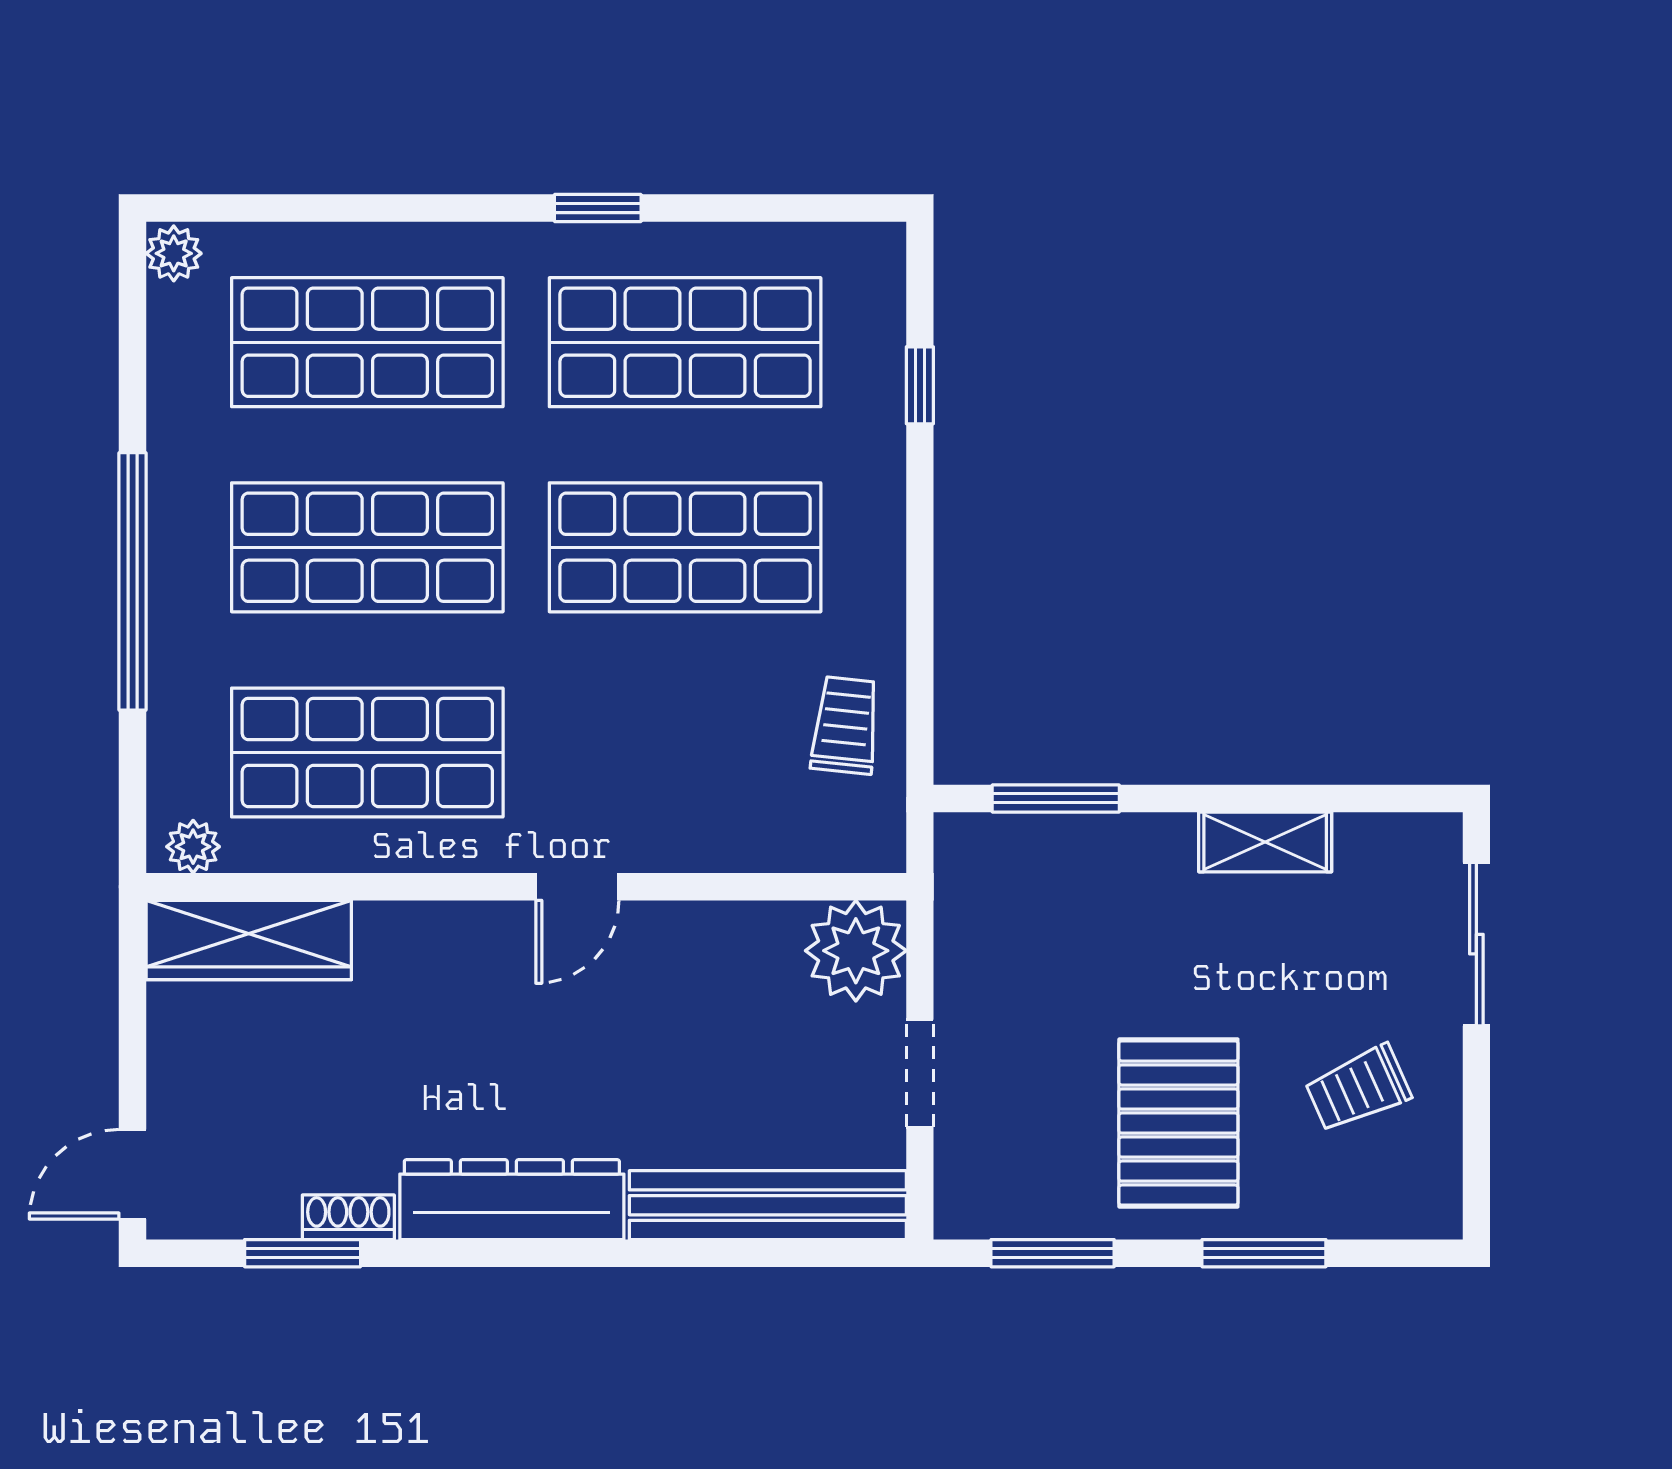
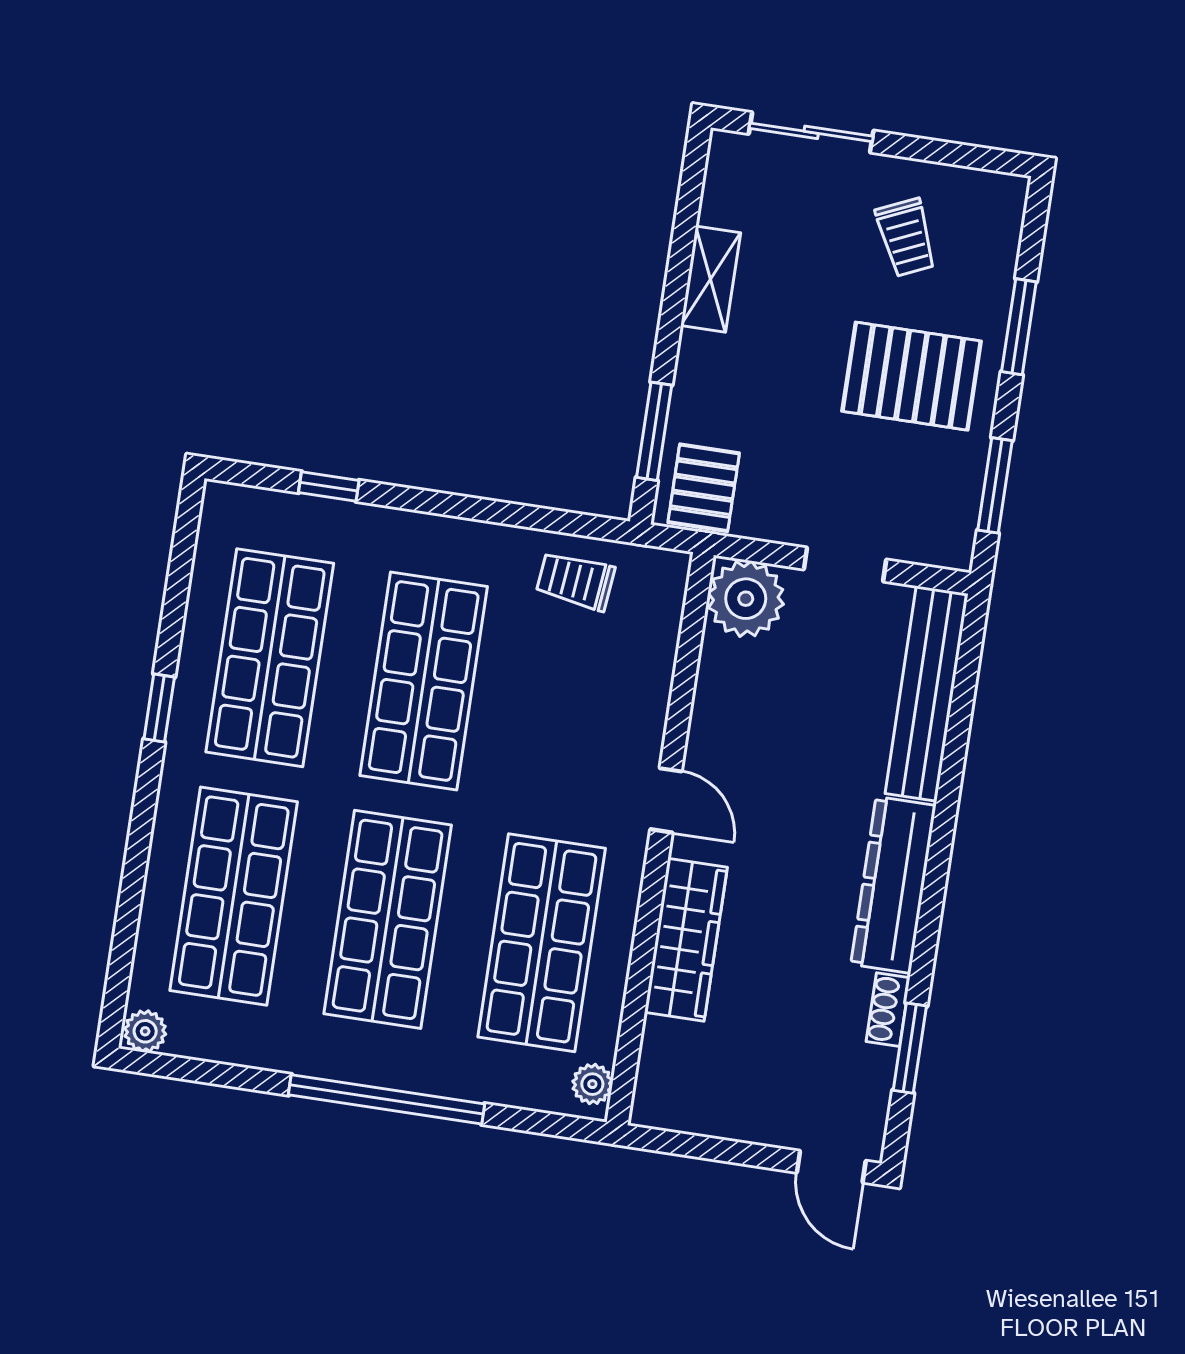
pallet: (992, 874) -> (704, 488), added
wardrobe: (249, 940) -> (686, 940), moved

